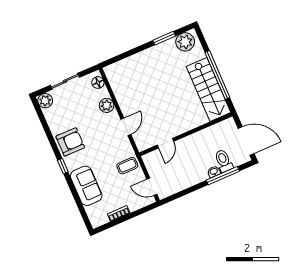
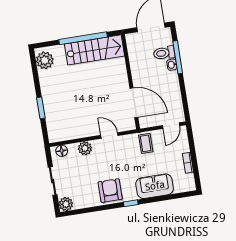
window: (164, 38) -> (41, 108), moved
door: (165, 143) -> (134, 103), width x1.87

